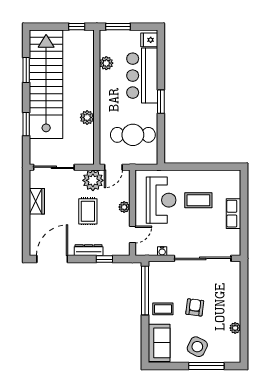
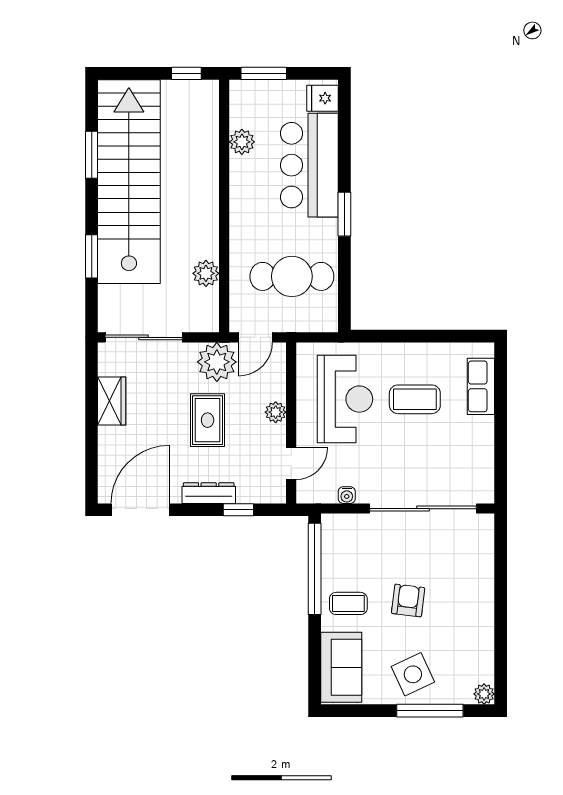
plant: (87, 117) -> (206, 273), moved
row of seats: (234, 214) -> (481, 386), moved
plant: (235, 328) -> (484, 694), moved
side table: (197, 347) -> (413, 674), turned 38

